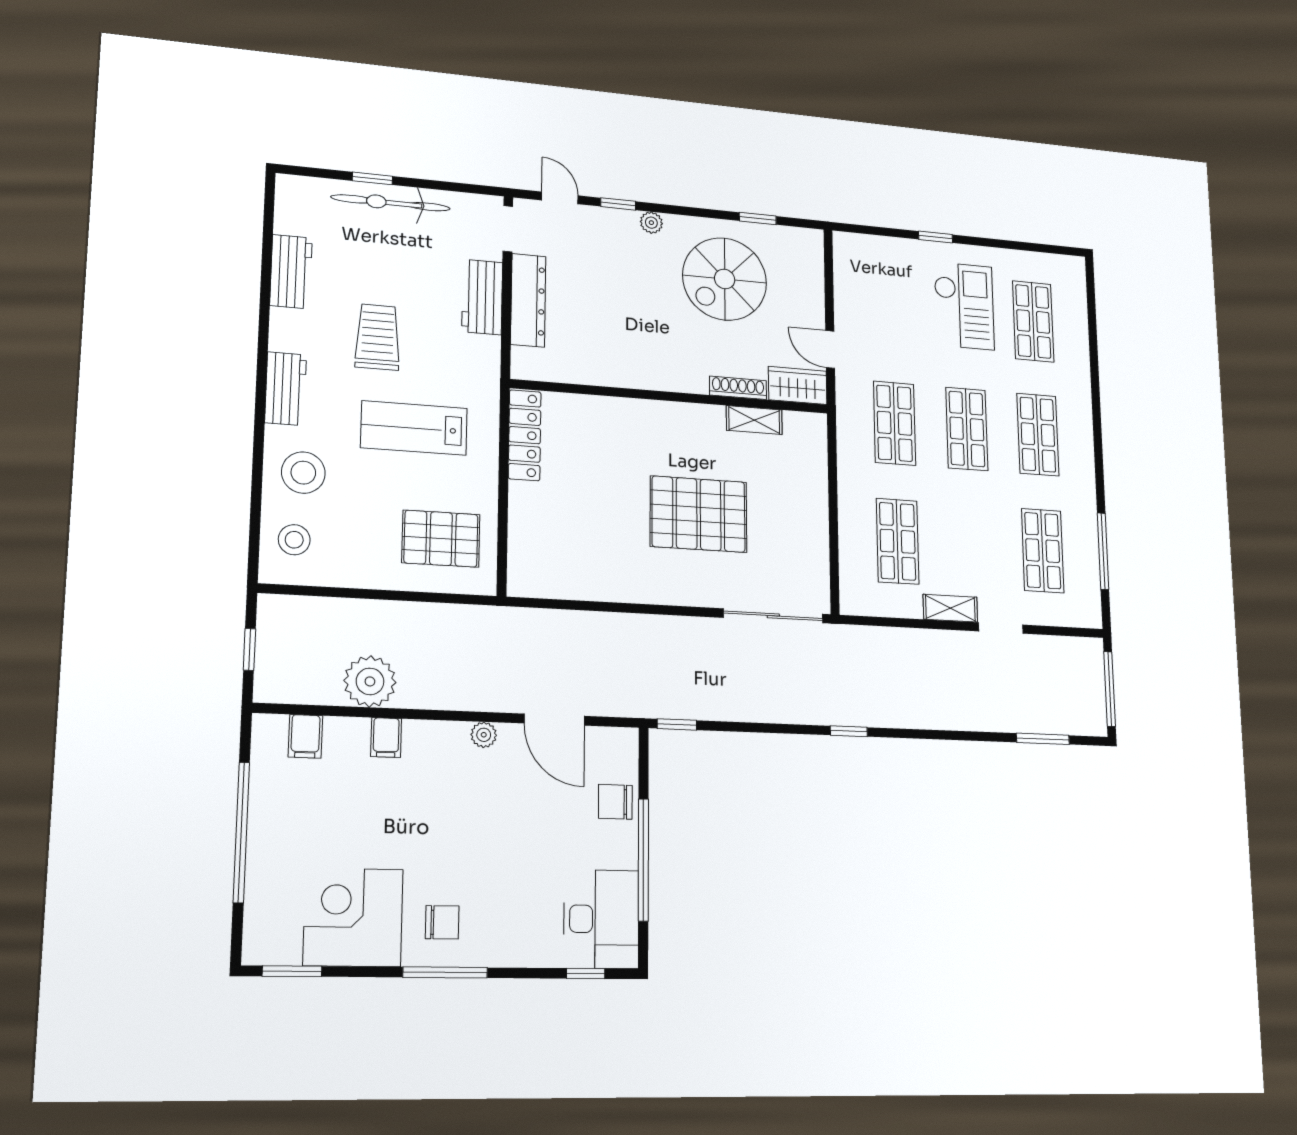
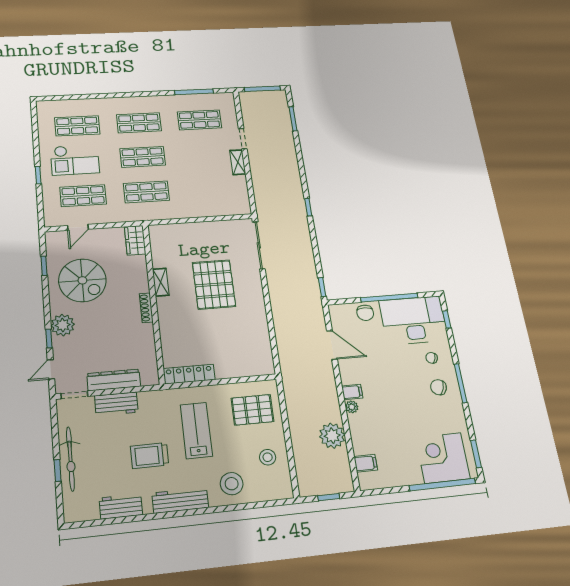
plant: (651, 223) -> (63, 325), width x1.87, depth x1.87
checkout: (964, 306) -> (75, 160), turned 180
door: (830, 349) -> (78, 227), moved
shoe rack: (738, 388) -> (146, 308), moved
workbench: (286, 389) -> (180, 500), width x1.38
shelving: (754, 420) -> (161, 282), moved
lab bench: (414, 428) -> (196, 430), turned 180
pallet: (441, 539) -> (252, 410), turned 90
stool: (294, 540) -> (268, 457), moved
shop shelf: (898, 541) -> (83, 196), moved
door: (554, 720) -> (332, 345), hinge flipped
plant: (484, 735) -> (352, 407), moved
filing cabinet: (386, 738) -> (352, 392), moved
window: (241, 832) -> (442, 485), moved
corner desk: (353, 917) -> (443, 458), moved, turned 90
desk: (601, 919) -> (414, 320), width x1.36, depth x1.30
chair: (442, 922) -> (438, 387), turned -70
chair: (506, 922) -> (432, 358), added

